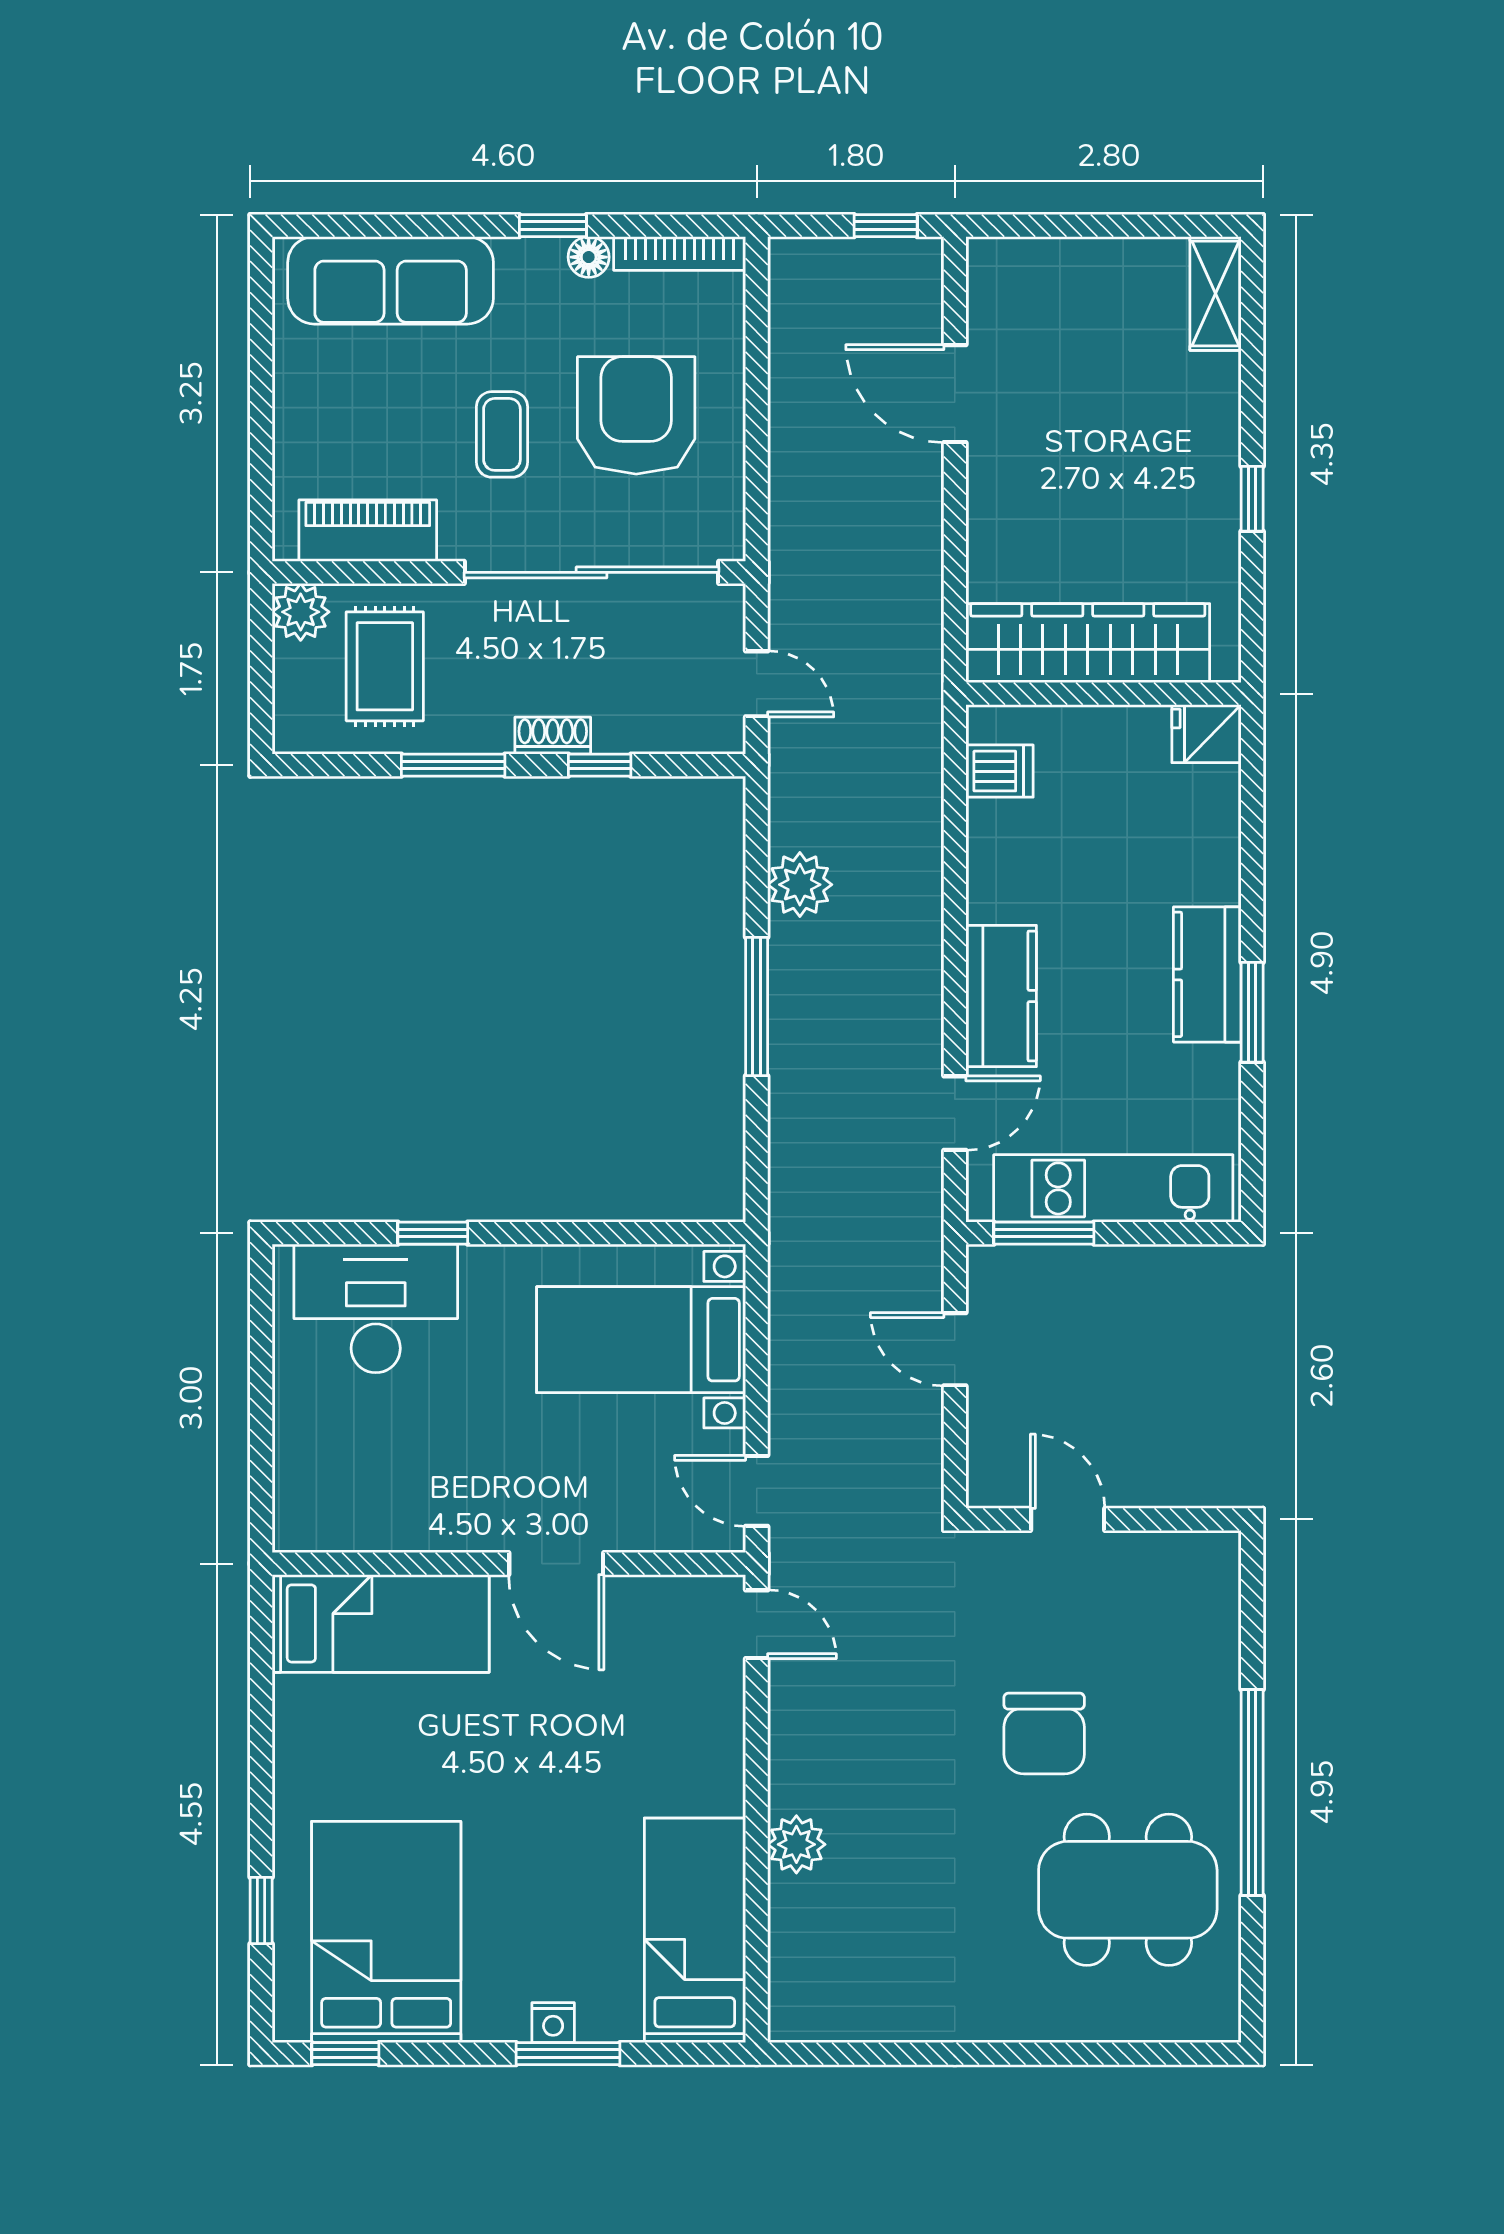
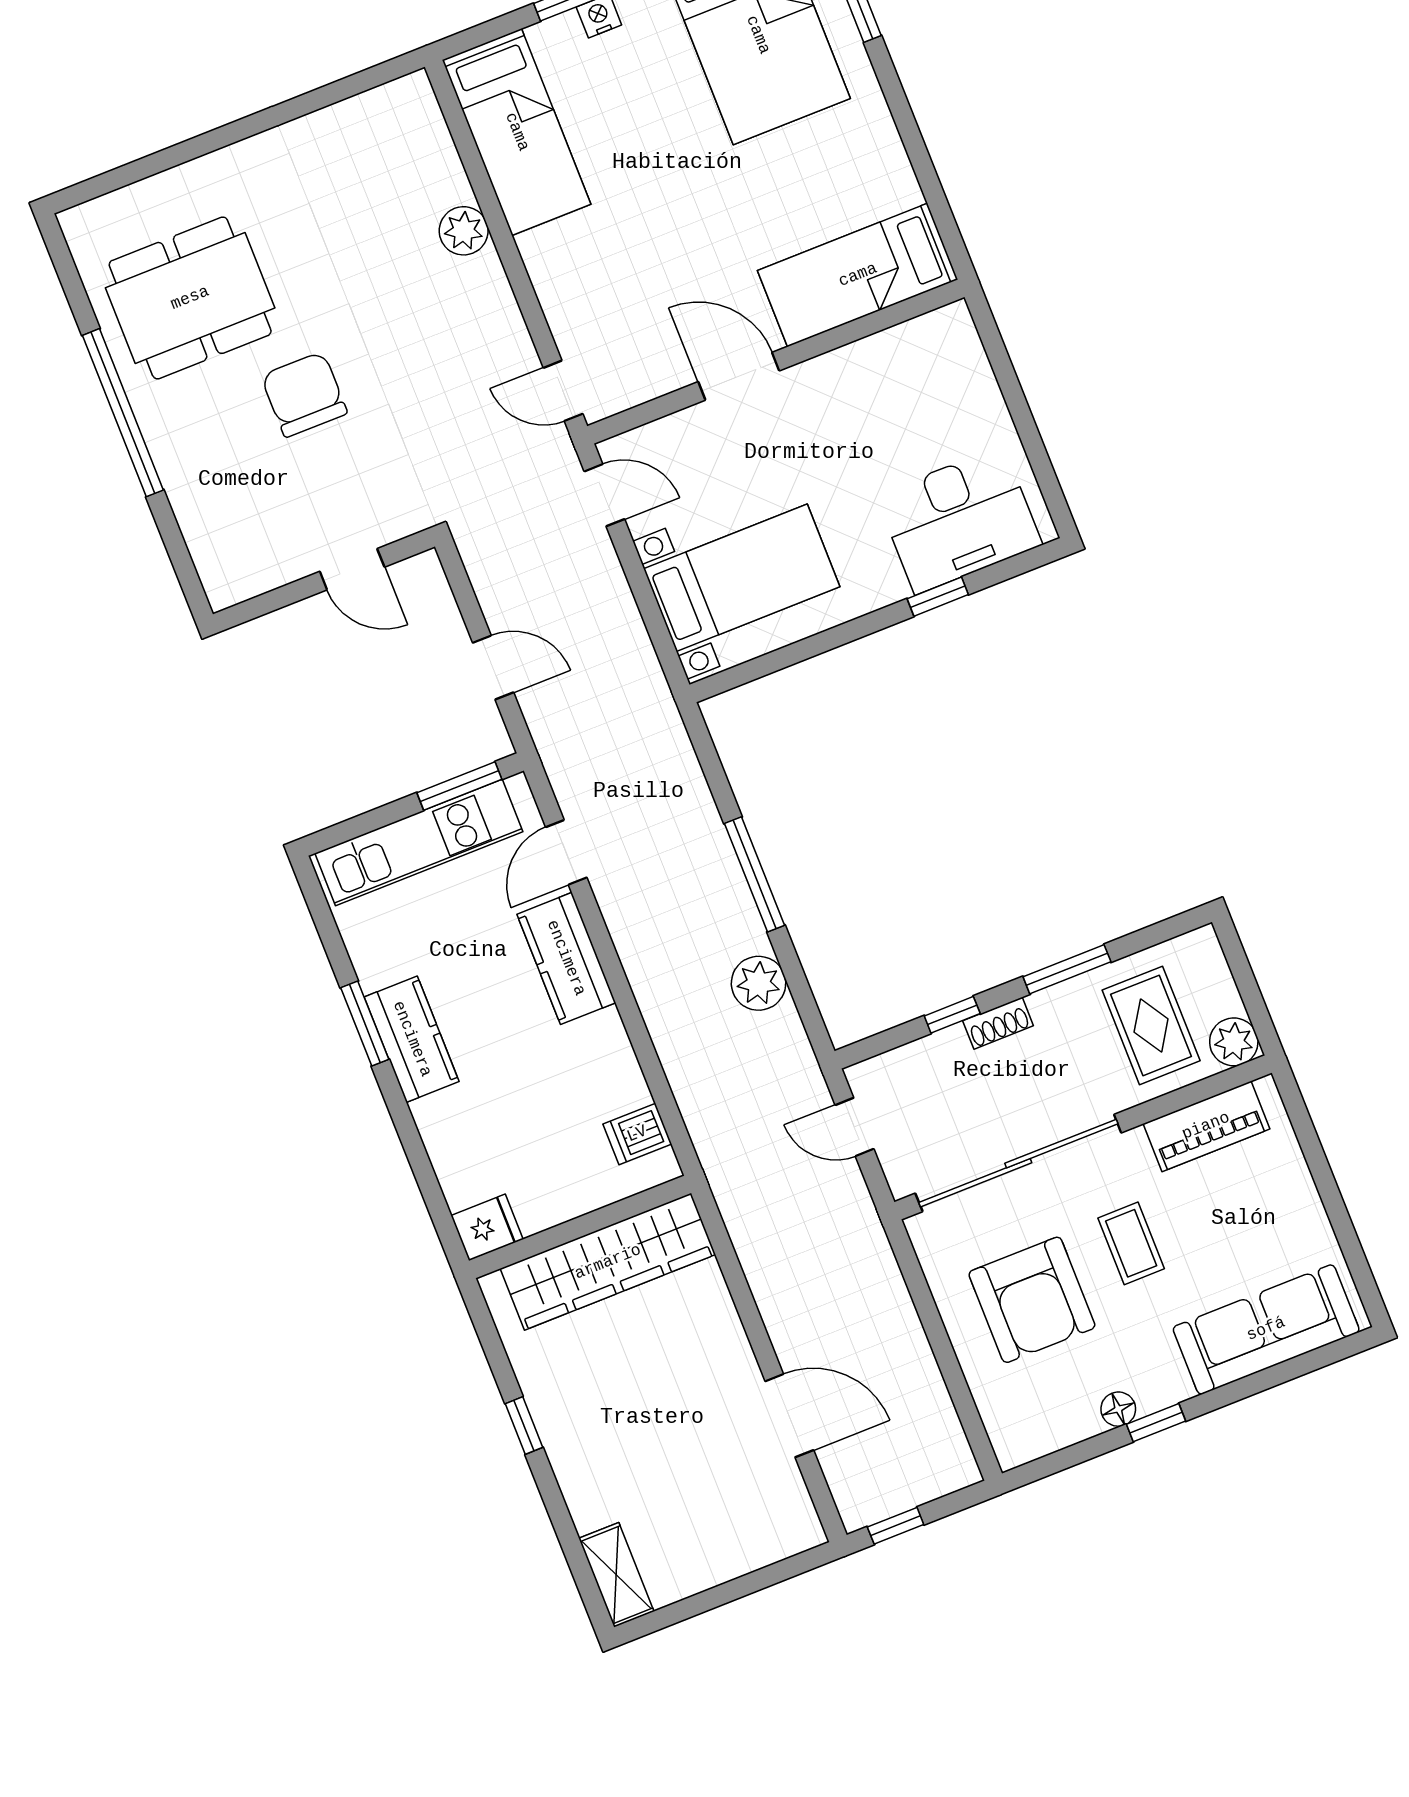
bookcase: (680, 253) -> (1048, 1440), removed

